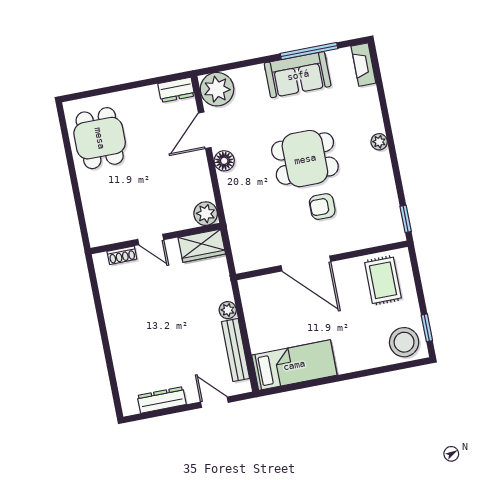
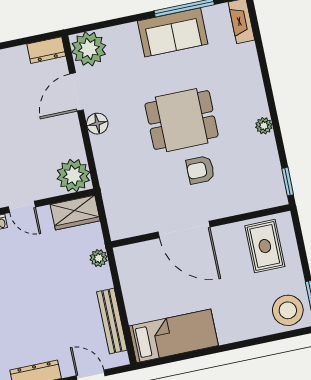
plant: (379, 142) -> (264, 126), moved
plant: (206, 214) -> (73, 175), width x1.36, depth x1.36
plant: (228, 310) -> (99, 258), moved

